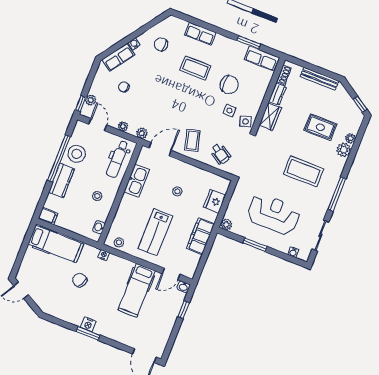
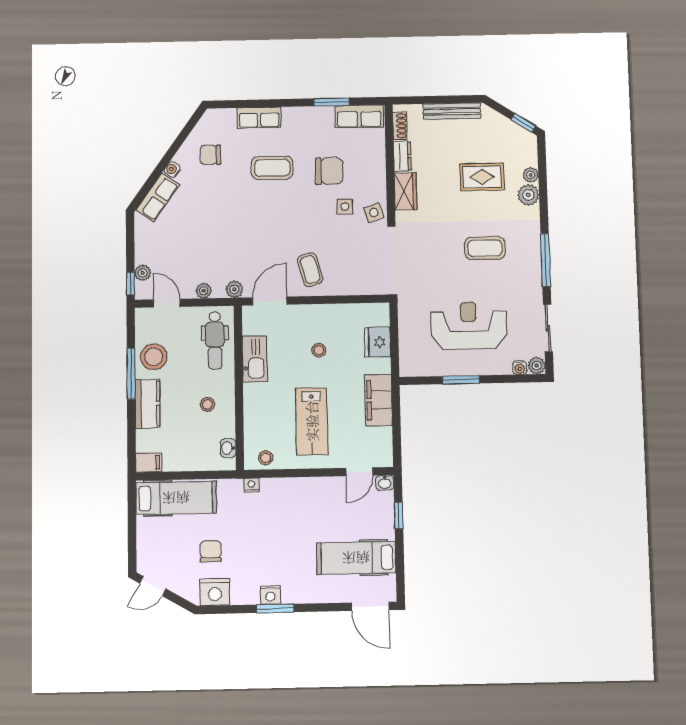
chair: (124, 87) -> (182, 235), removed
wheelchair: (220, 154) -> (357, 272), removed
window: (59, 158) -> (131, 374), width x0.68
coffee table: (303, 171) -> (485, 248), width x0.73, depth x0.76
plant: (226, 225) -> (537, 366), moved
chair: (80, 280) -> (211, 551), moved, turned 65
hospital bed: (137, 290) -> (356, 558), moved, turned 90
nightstand: (56, 309) -> (215, 592), added

